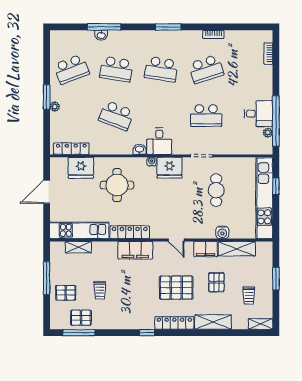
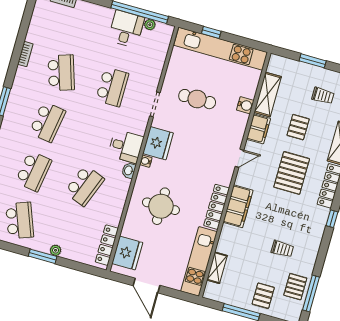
fridge: (81, 168) -> (127, 253), moved
pallet: (216, 282) -> (298, 127), turned 90
trolley: (100, 290) -> (282, 249), moved

